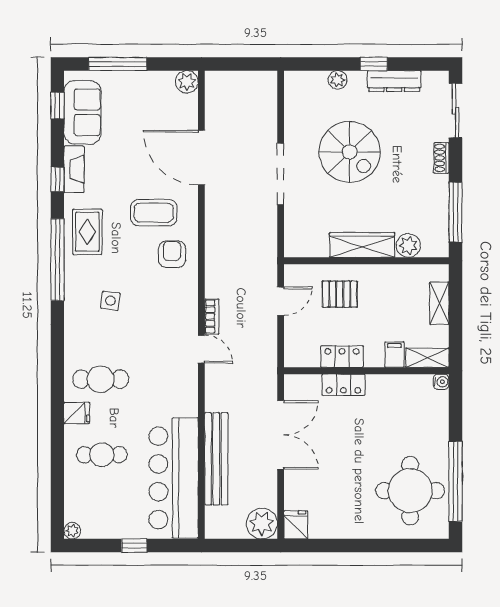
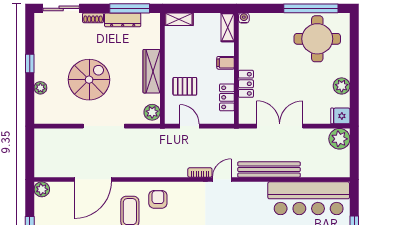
dresser: (394, 81) -> (123, 20), moved, turned 90
plant: (408, 246) -> (152, 112), moved
armchair: (172, 254) -> (158, 199), turned 90
pallet: (340, 294) -> (185, 86), turned 90
shelving: (439, 303) -> (179, 19), moved
filing cabinet: (394, 355) -> (226, 63), moved
locker: (342, 357) -> (227, 97), moved
bench: (216, 459) -> (269, 170), moved
plant: (340, 527) -> (342, 86), added

